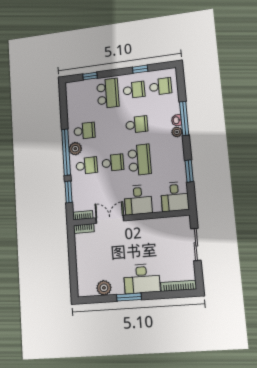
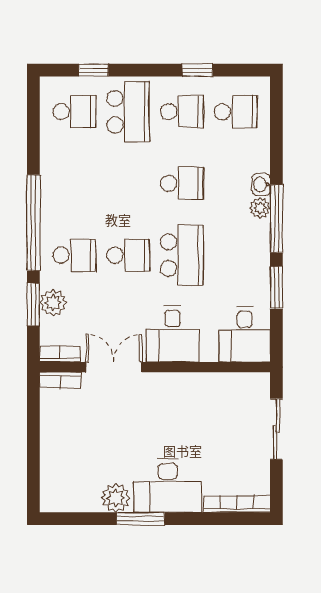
window: (184, 118) -> (276, 219), moved
school desk: (84, 131) -> (74, 112), moved
plant: (75, 149) -> (53, 303), moved
plant: (104, 288) -> (116, 498), moved

